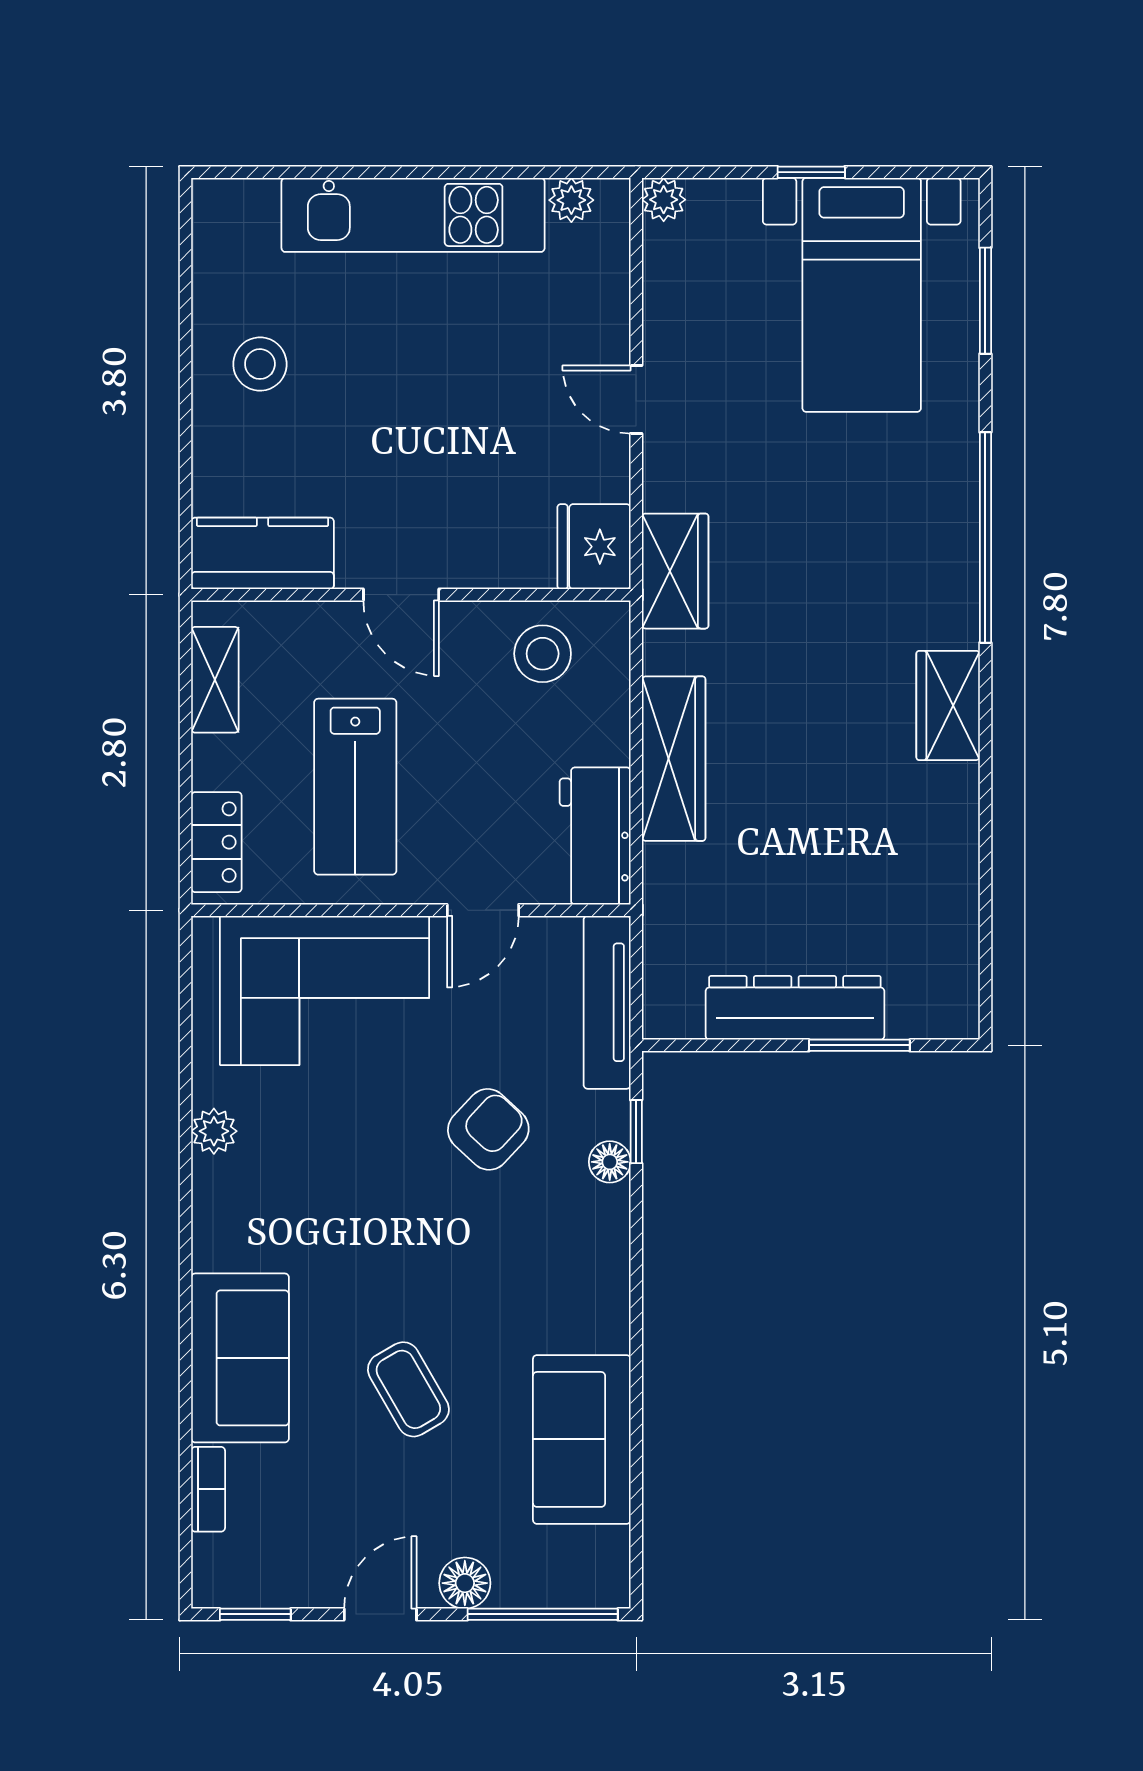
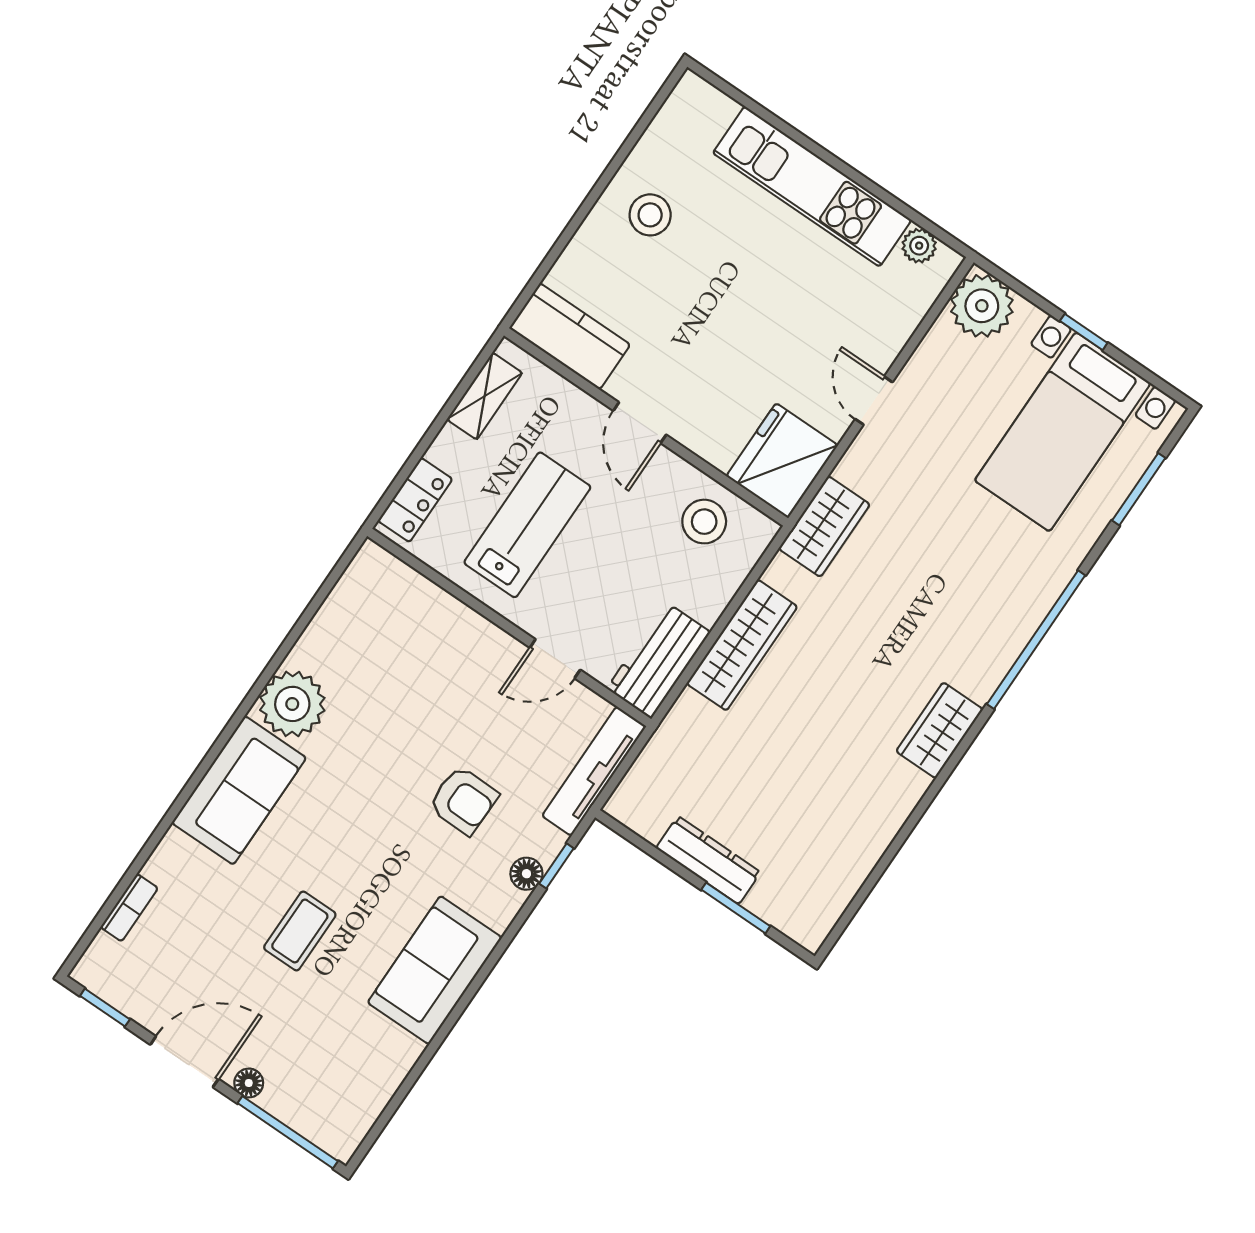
plant: (664, 200) -> (982, 306), width x1.88, depth x1.88
fridge: (594, 547) -> (782, 461), width x1.36, depth x1.34
lab bench: (355, 787) -> (527, 525), turned 180
corner sofa: (325, 990) -> (420, 641), removed
dresser: (795, 1008) -> (708, 860), width x0.73, depth x0.80
armchair: (488, 1129) -> (463, 800), turned 48
plant: (214, 1131) -> (292, 704), width x1.88, depth x1.88
sofa: (240, 1358) -> (239, 790), moved
coffee table: (408, 1389) -> (300, 931), turned 30
sofa: (582, 1439) -> (435, 970), moved
floor lamp: (465, 1583) -> (249, 1083), width x0.73, depth x0.73
door: (380, 1614) -> (184, 1062), width x1.38

